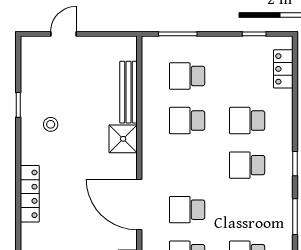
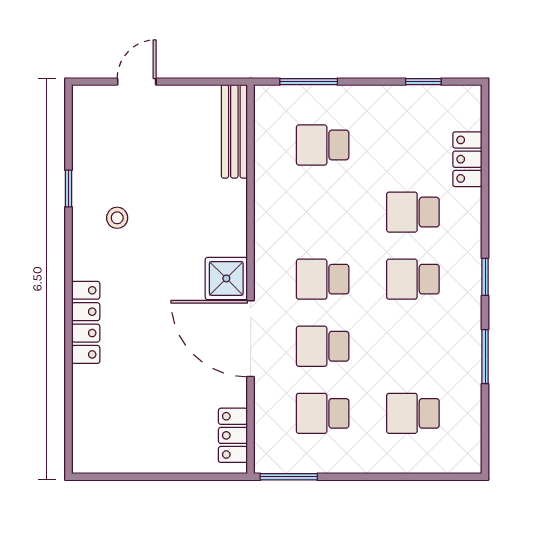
locker: (283, 69) -> (467, 159), moved
bench: (128, 92) -> (234, 131), moved
school desk: (187, 121) -> (323, 279), moved
shower: (123, 139) -> (226, 278), moved

